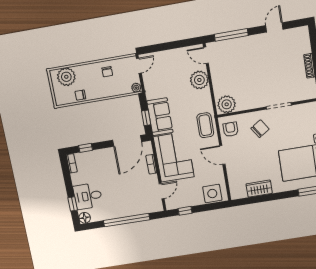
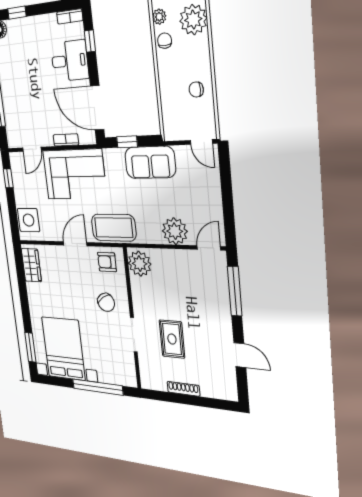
rug: (275, 77) -> (172, 339), added
plant: (136, 88) -> (159, 17), moved
sofa: (160, 117) -> (150, 162), moved
coffee table: (205, 125) -> (114, 228), width x1.36, depth x1.32
armchair: (230, 129) -> (107, 262), turned 180
wardrobe: (259, 189) -> (31, 265), moved
door: (162, 191) -> (32, 149), hinge flipped
desk: (88, 196) -> (70, 61), moved, turned 90

